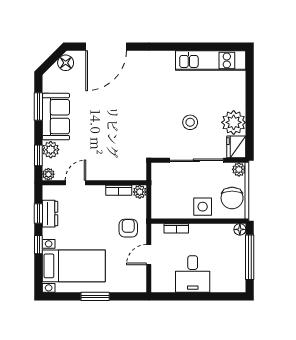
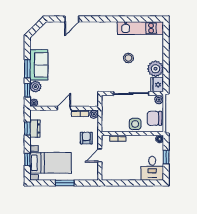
door: (106, 47) -> (72, 19), width x0.53
floor lamp: (66, 63) -> (45, 30), removed
window: (38, 106) -> (27, 69), moved
stool: (190, 122) -> (128, 58), moved
door: (75, 183) -> (64, 108), moved
chair: (232, 198) -> (154, 118), turned 90
window: (38, 245) -> (27, 159), moved
window: (250, 257) -> (166, 157), width x0.46
desk: (193, 274) -> (152, 168), moved

